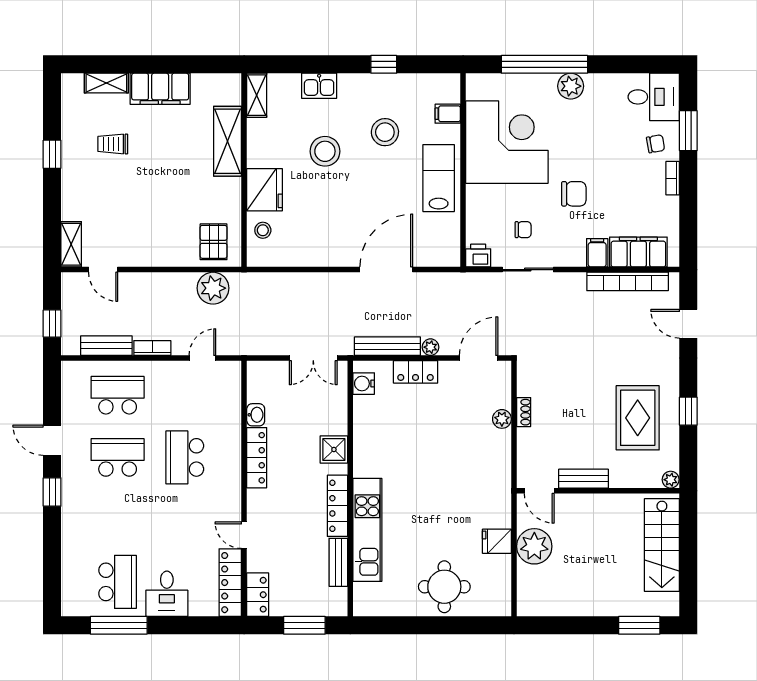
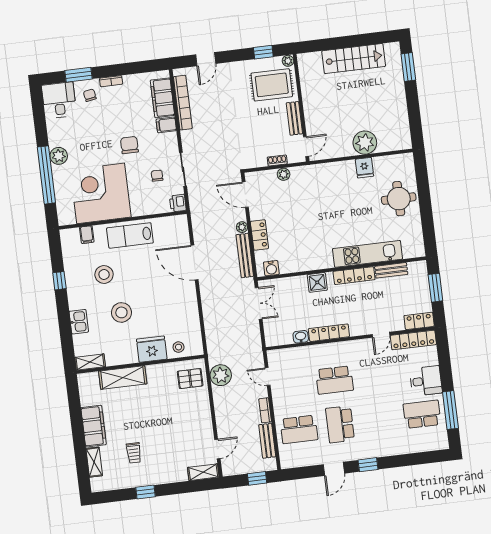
school desk: (118, 395) -> (299, 429), turned -90
bench: (583, 479) -> (294, 118), moved
plant: (671, 480) -> (288, 61), moved
door: (539, 491) -> (306, 147), moved
wall: (598, 491) -> (301, 108), moved

